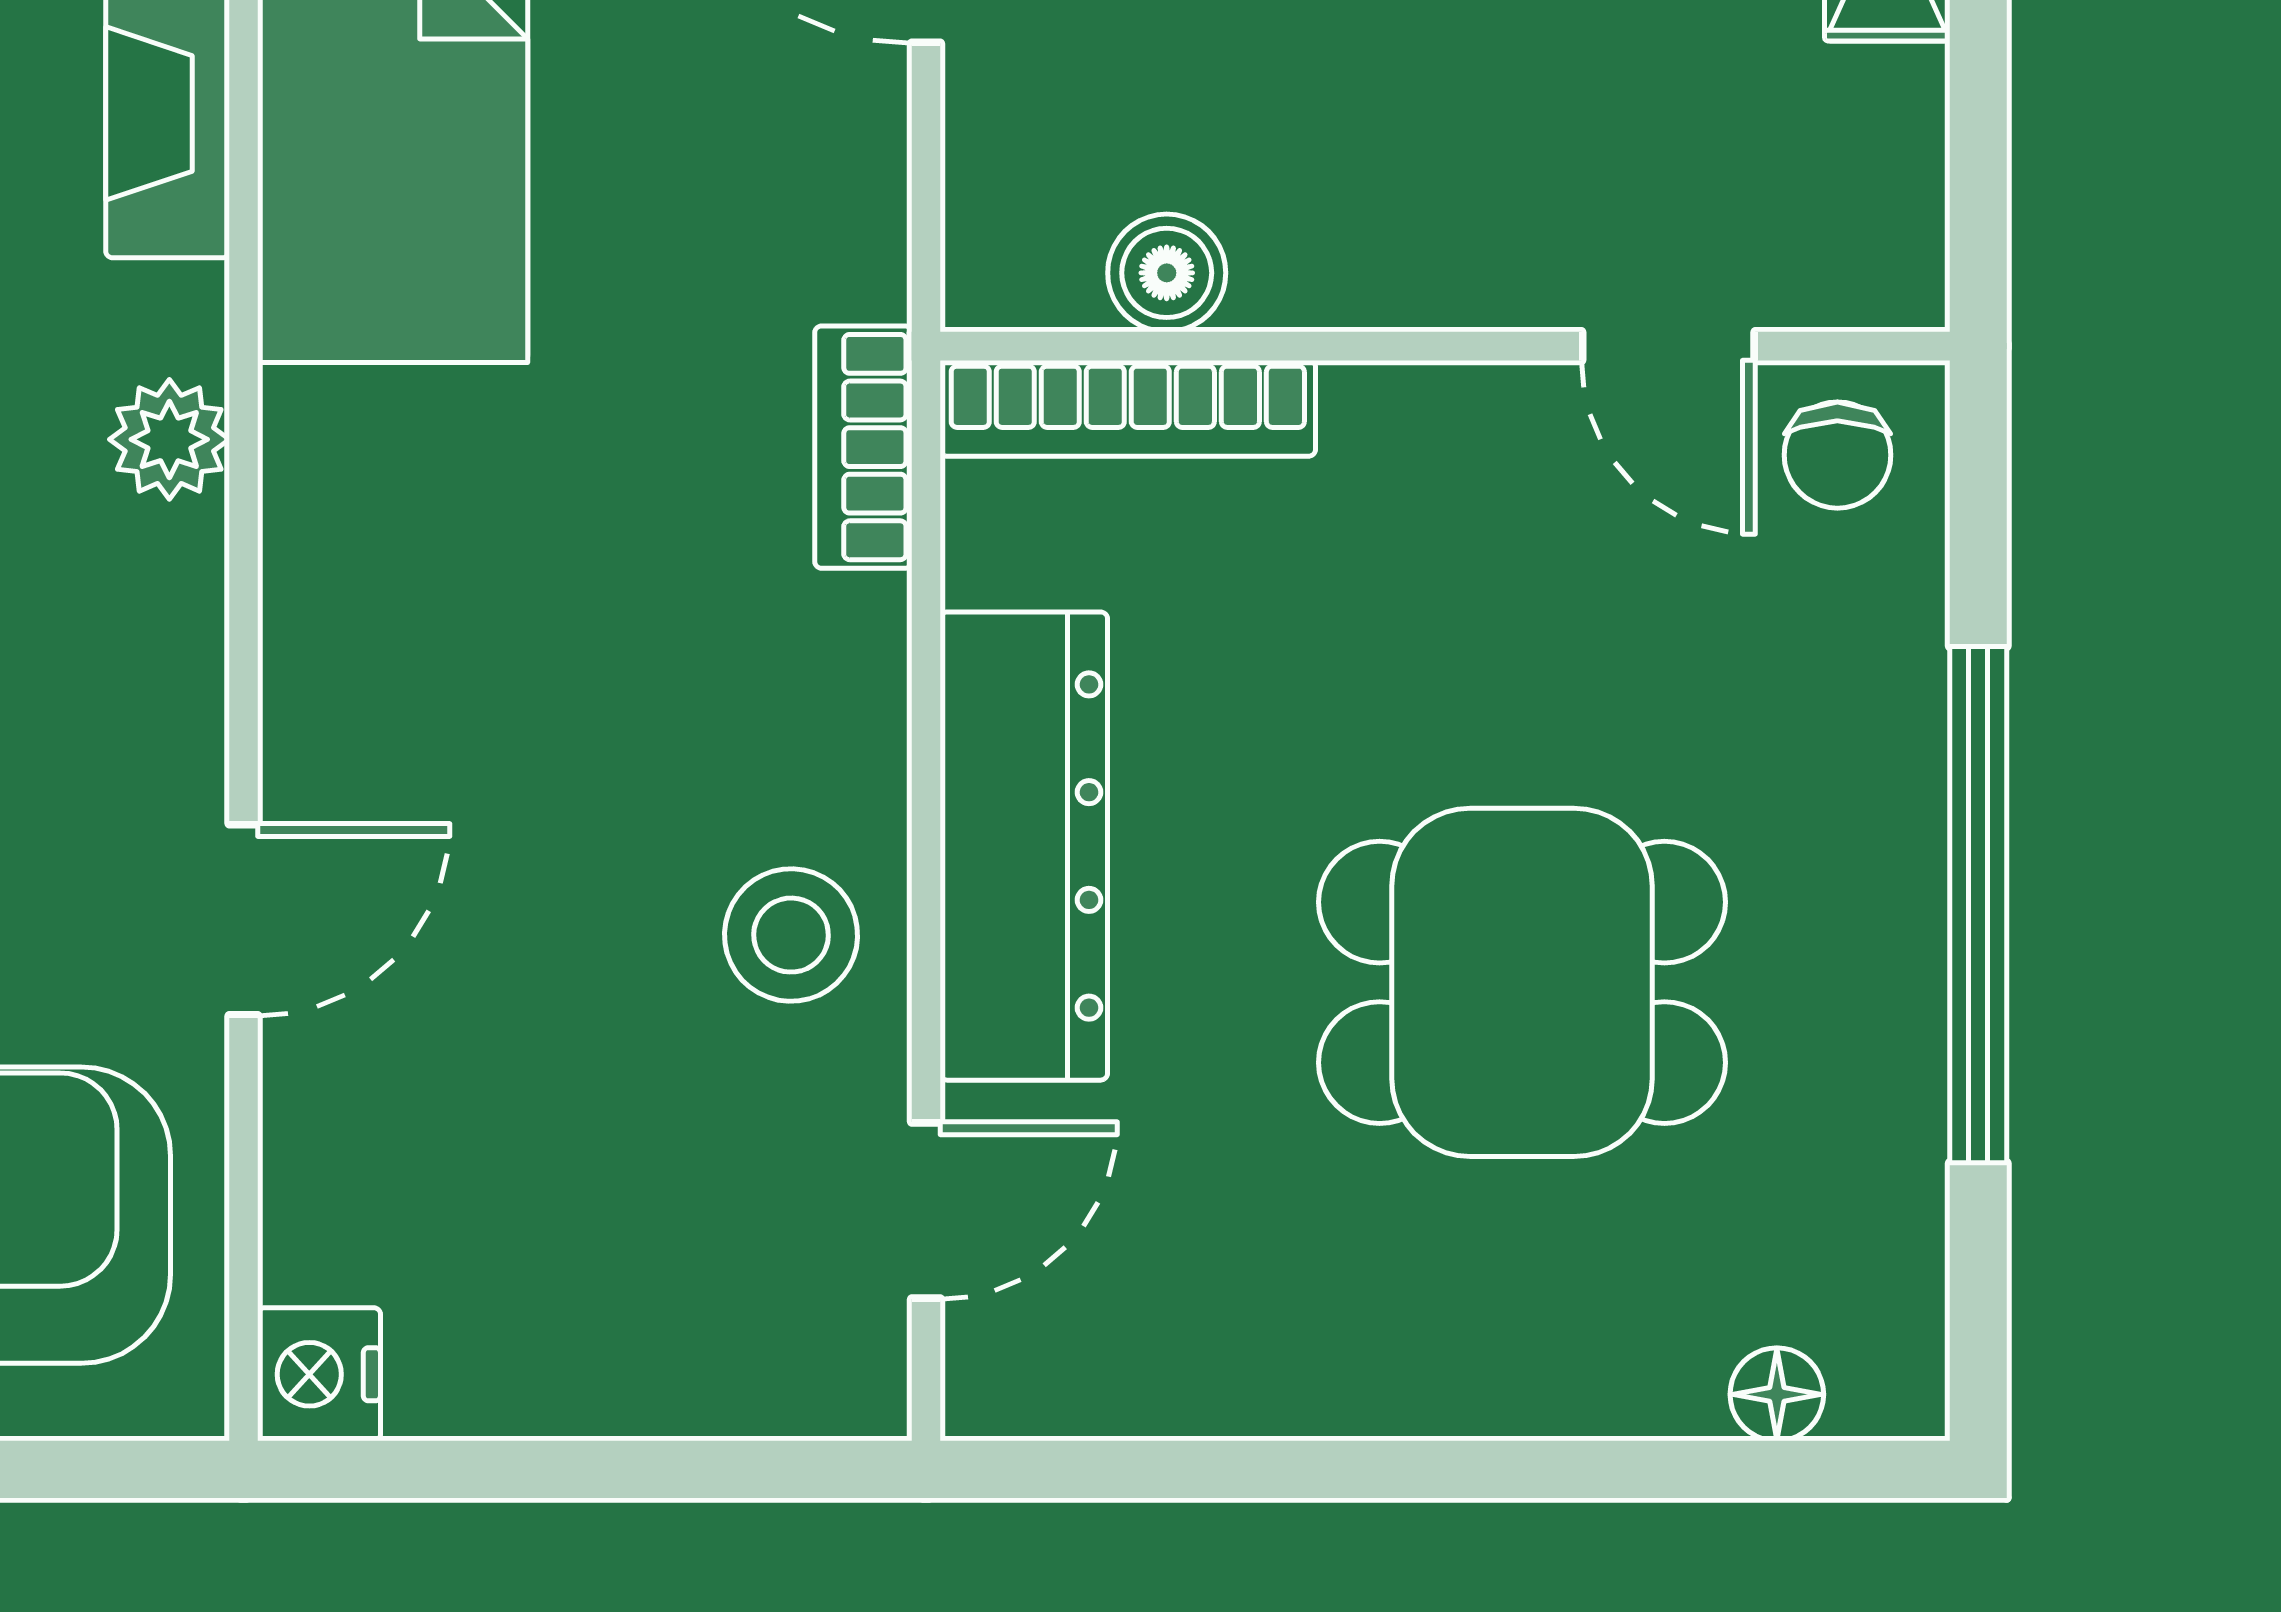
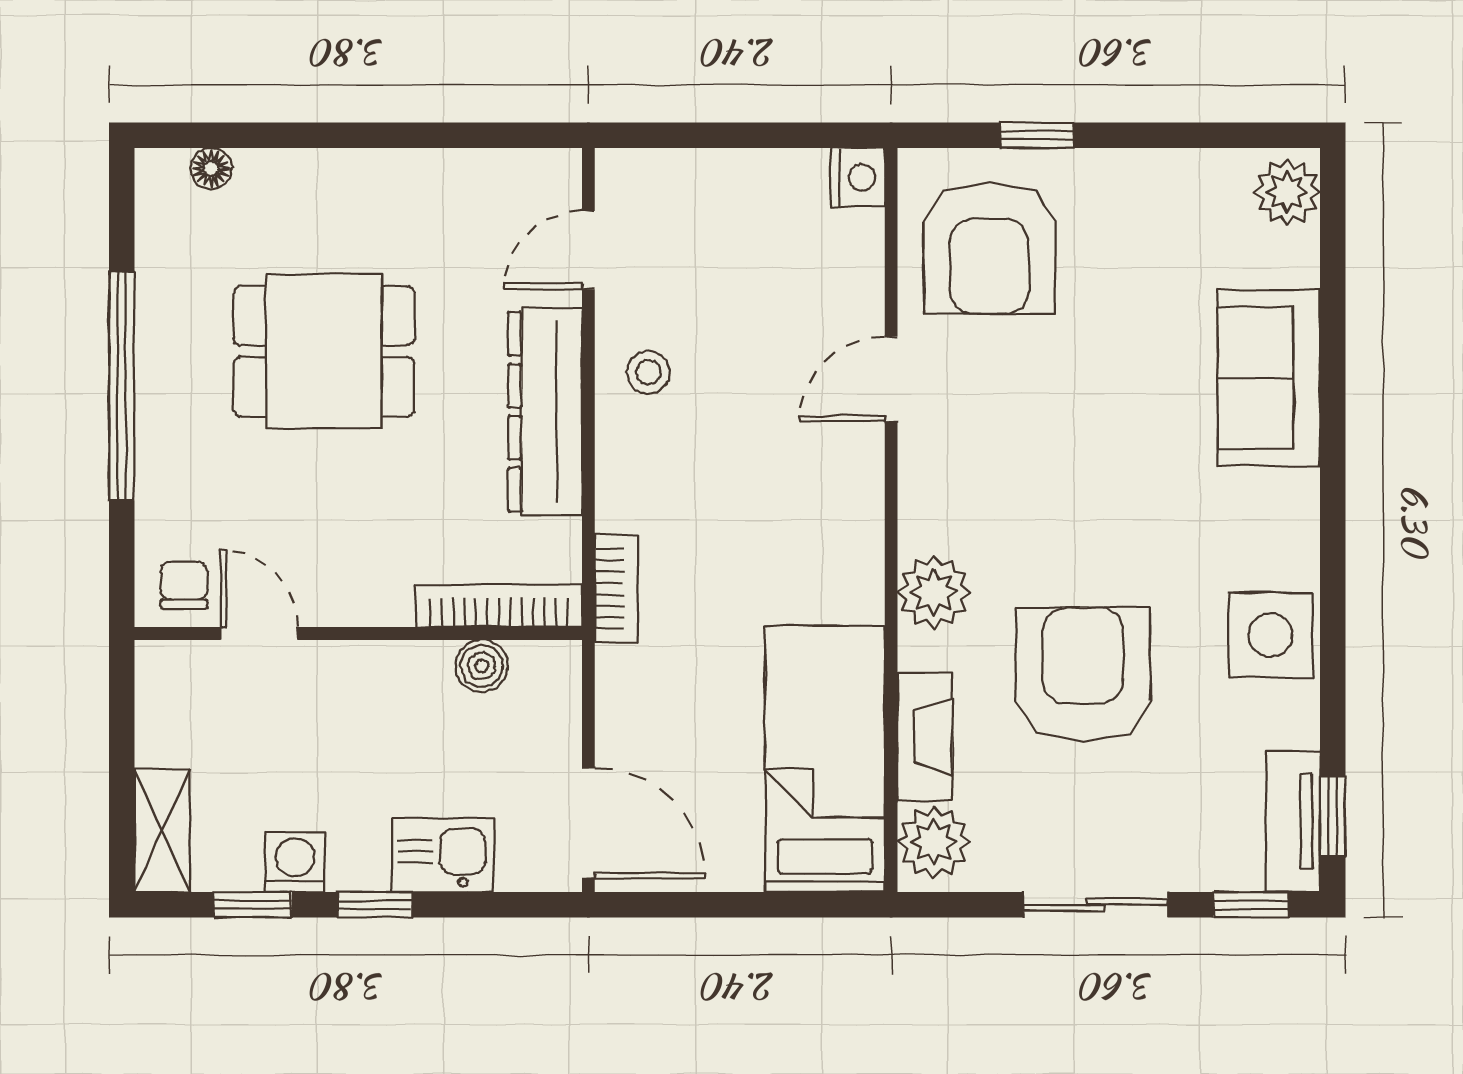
plant: (169, 439) -> (934, 592), width x1.38, depth x1.38
stool: (791, 935) -> (648, 372), width x0.73, depth x0.73

